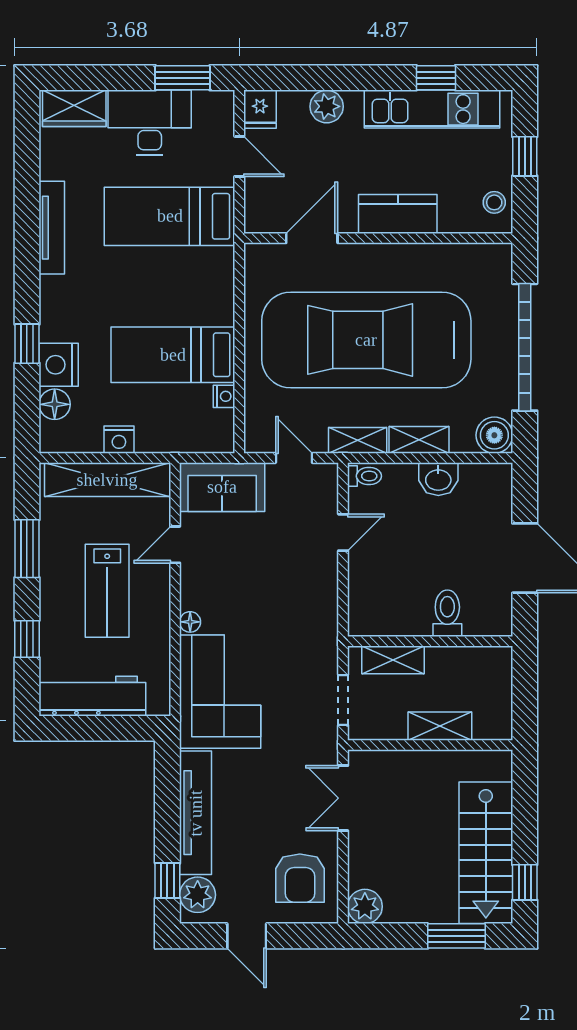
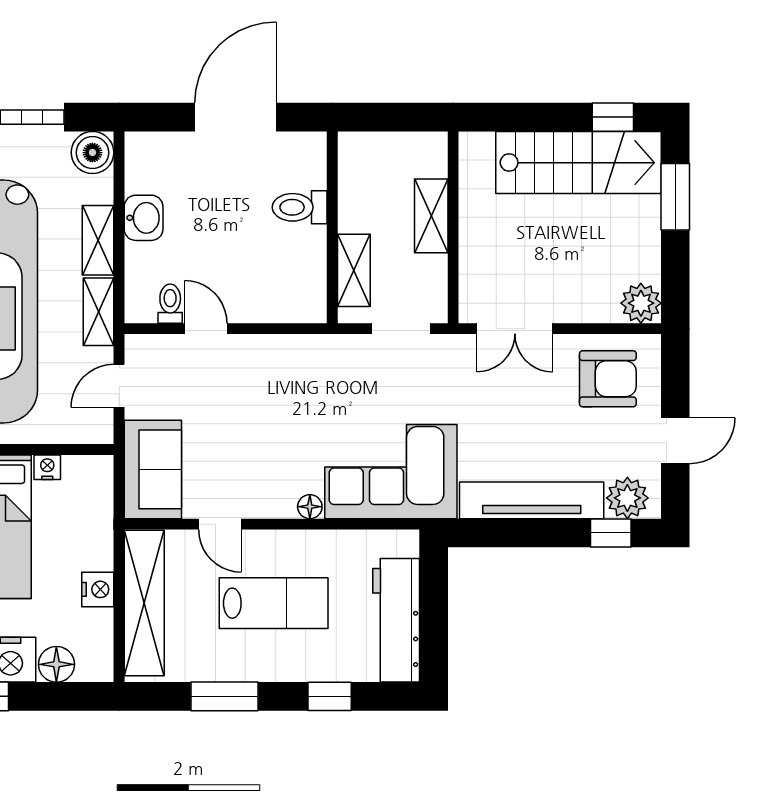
toilet: (365, 476) -> (170, 304), moved

